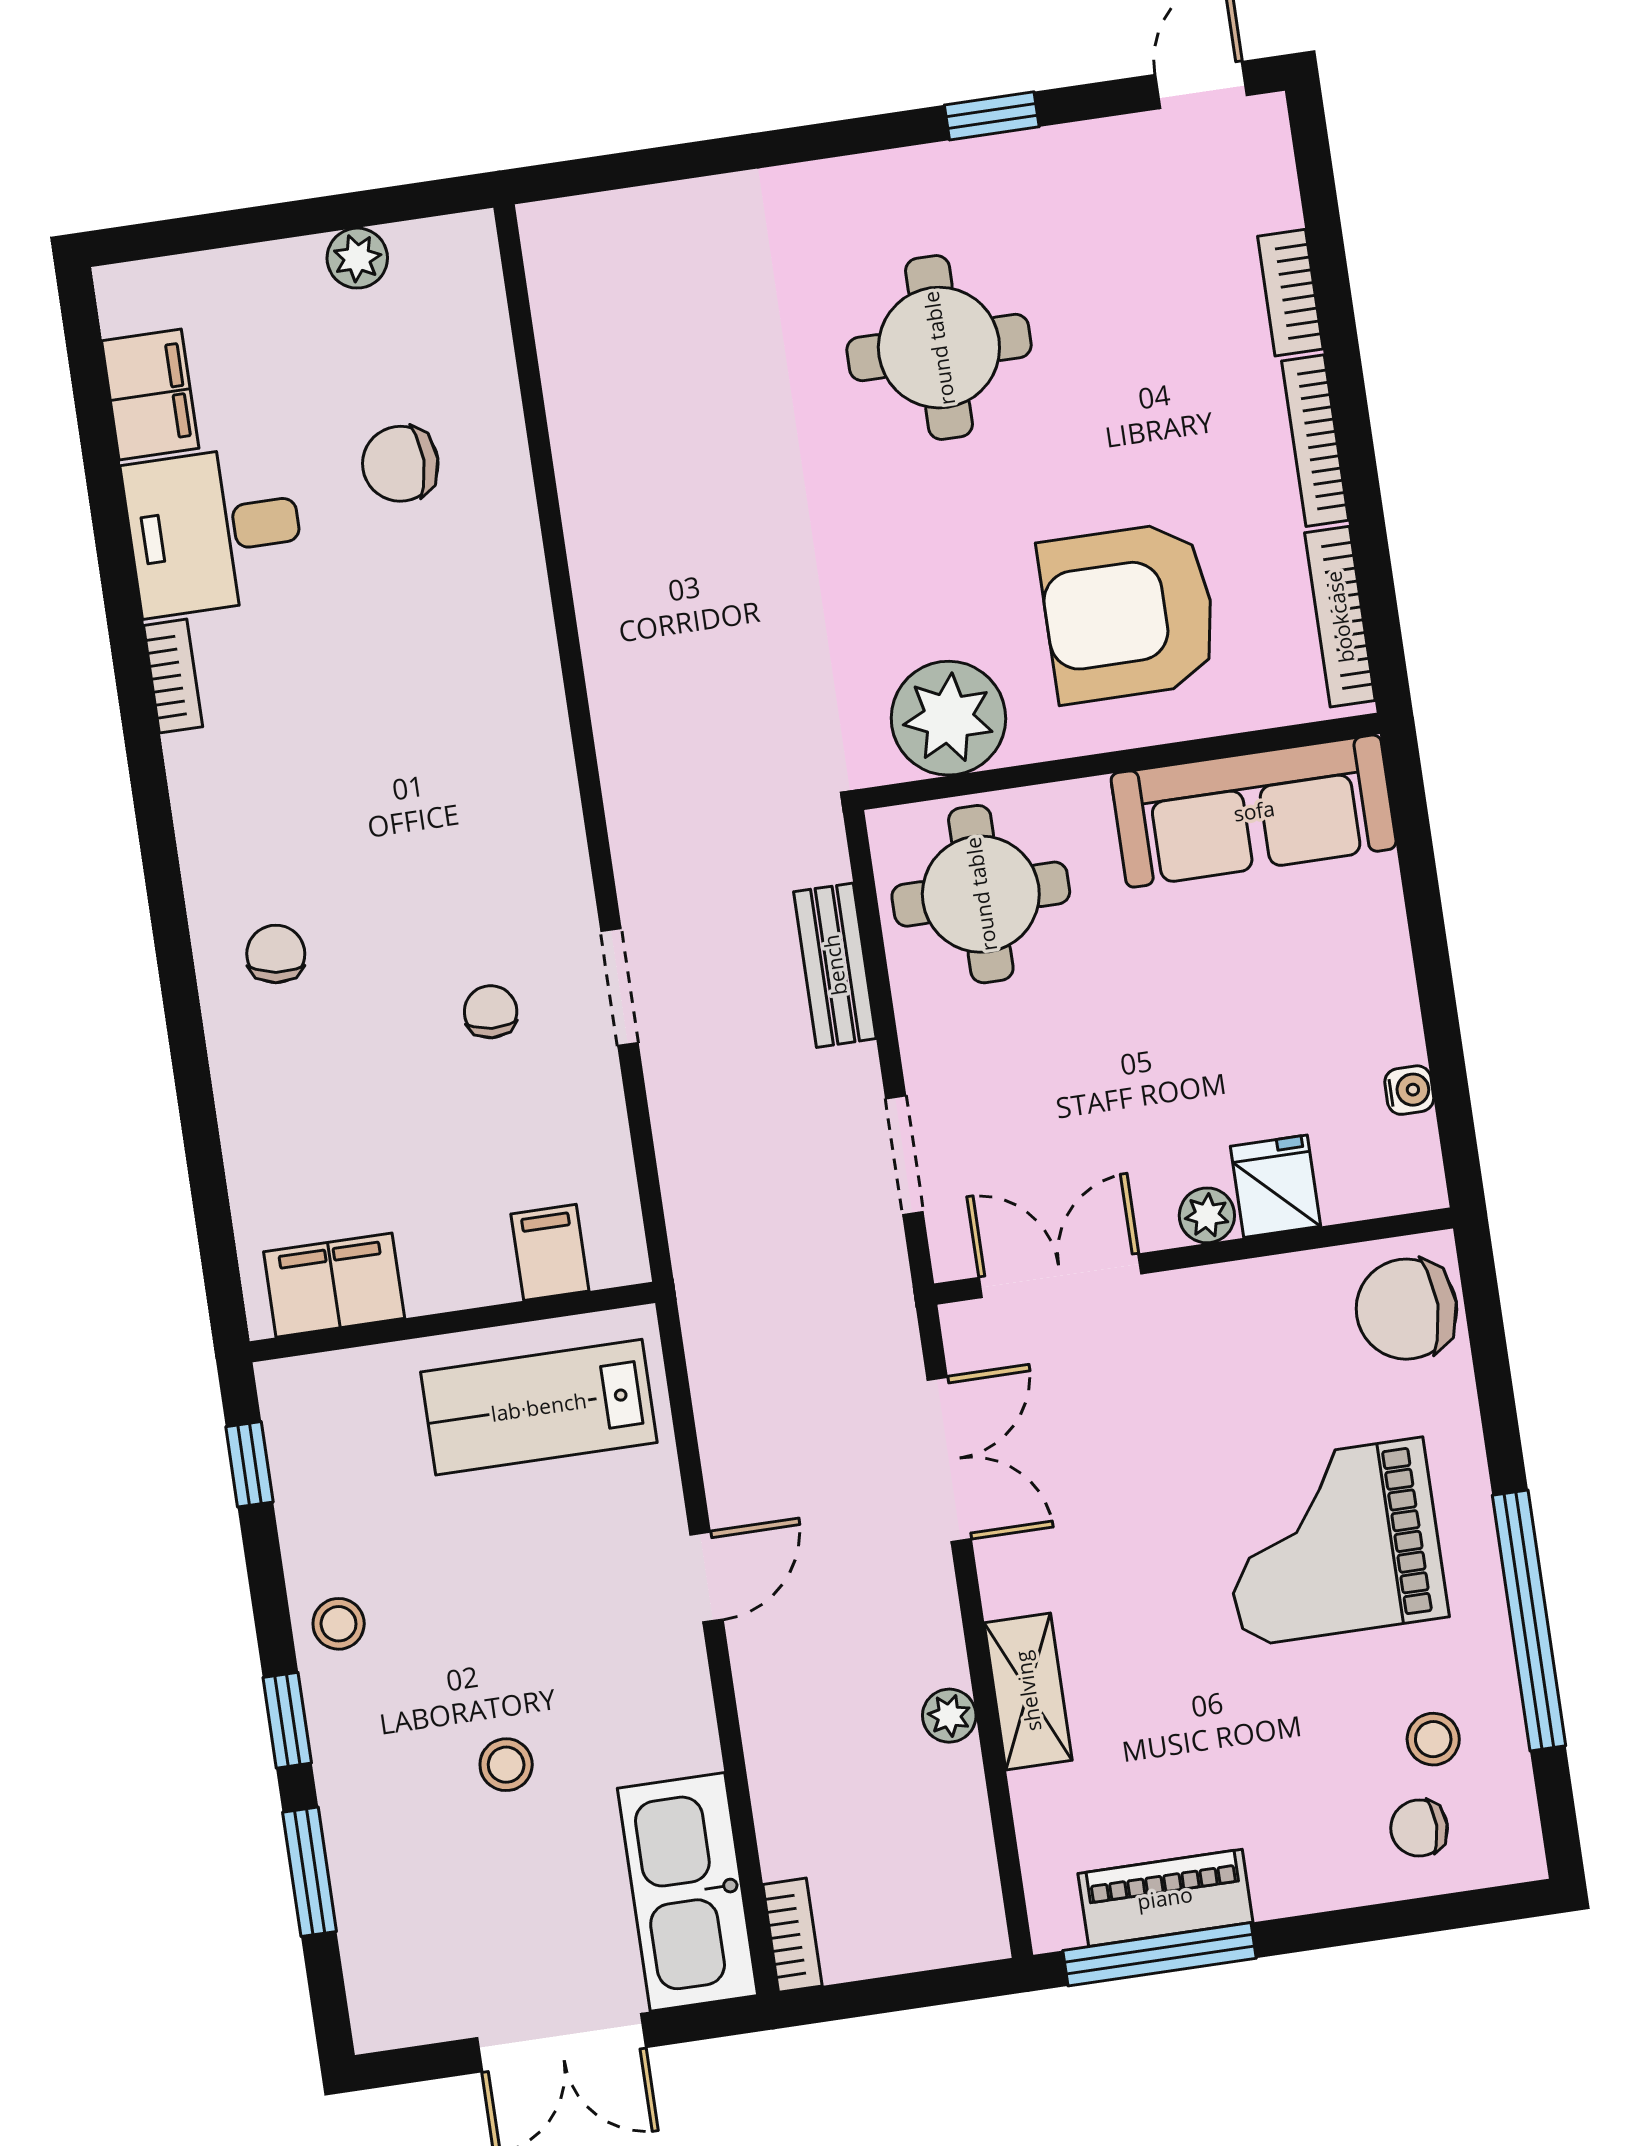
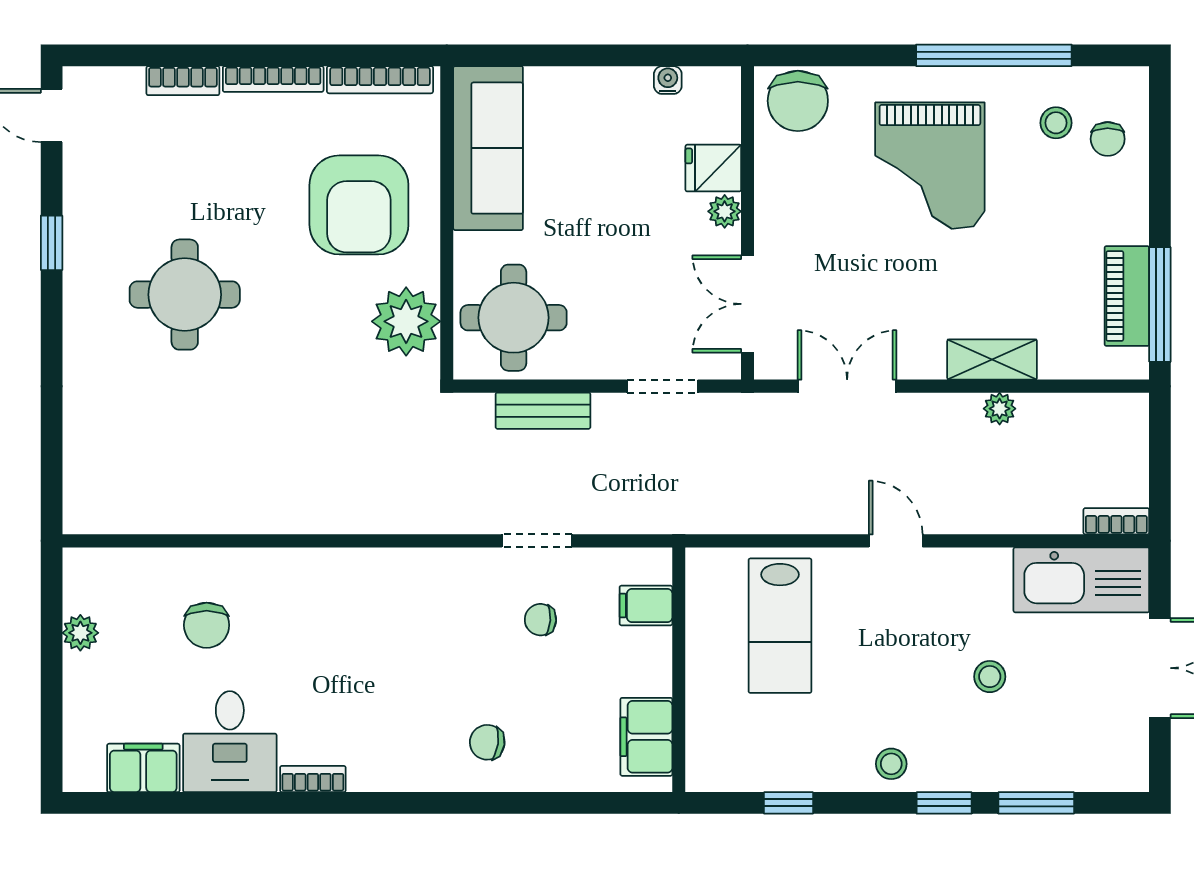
filing cabinet: (550, 1252) -> (646, 605), moved
filing cabinet: (334, 1285) -> (646, 737), moved
wall: (452, 1322) -> (679, 670), moved

